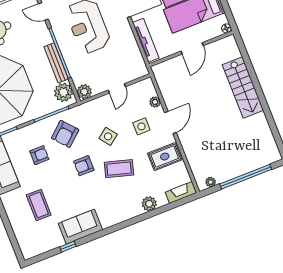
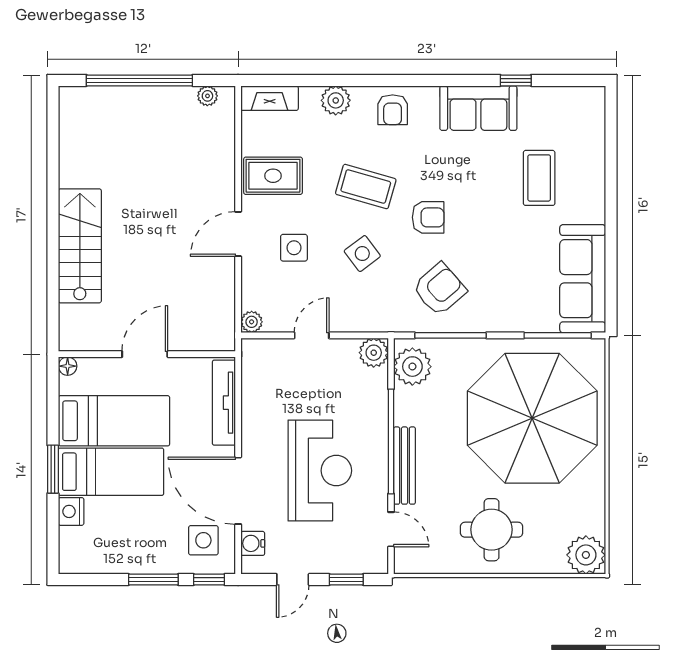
bench: (56, 63) -> (405, 466), moved
plant: (155, 102) -> (252, 322), moved
armchair: (39, 155) -> (393, 110), moved, turned -90

